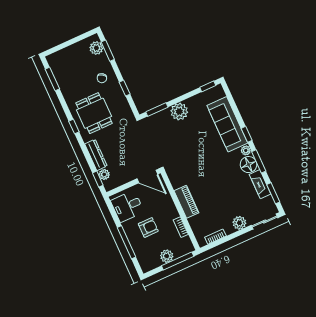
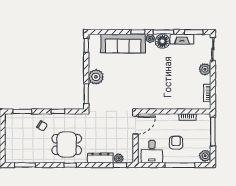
plant: (96, 48) -> (16, 119), removed
piano: (186, 202) -> (169, 103), removed
plant: (167, 256) -> (205, 156), moved

